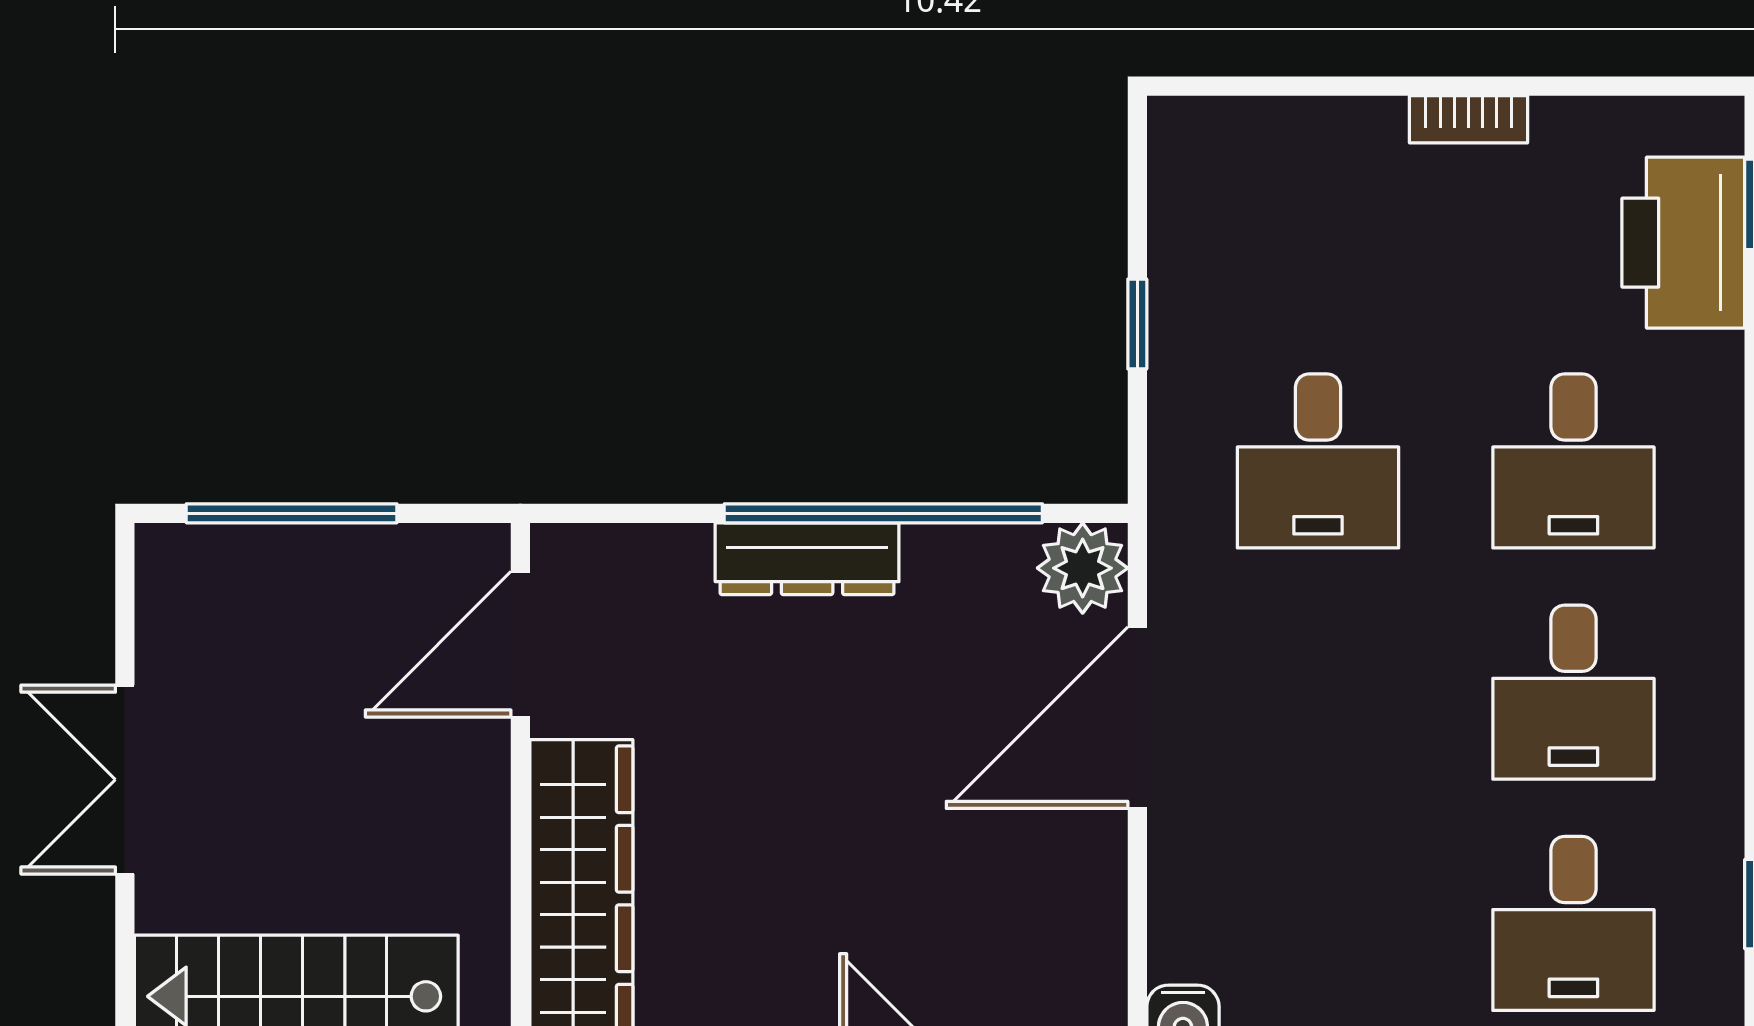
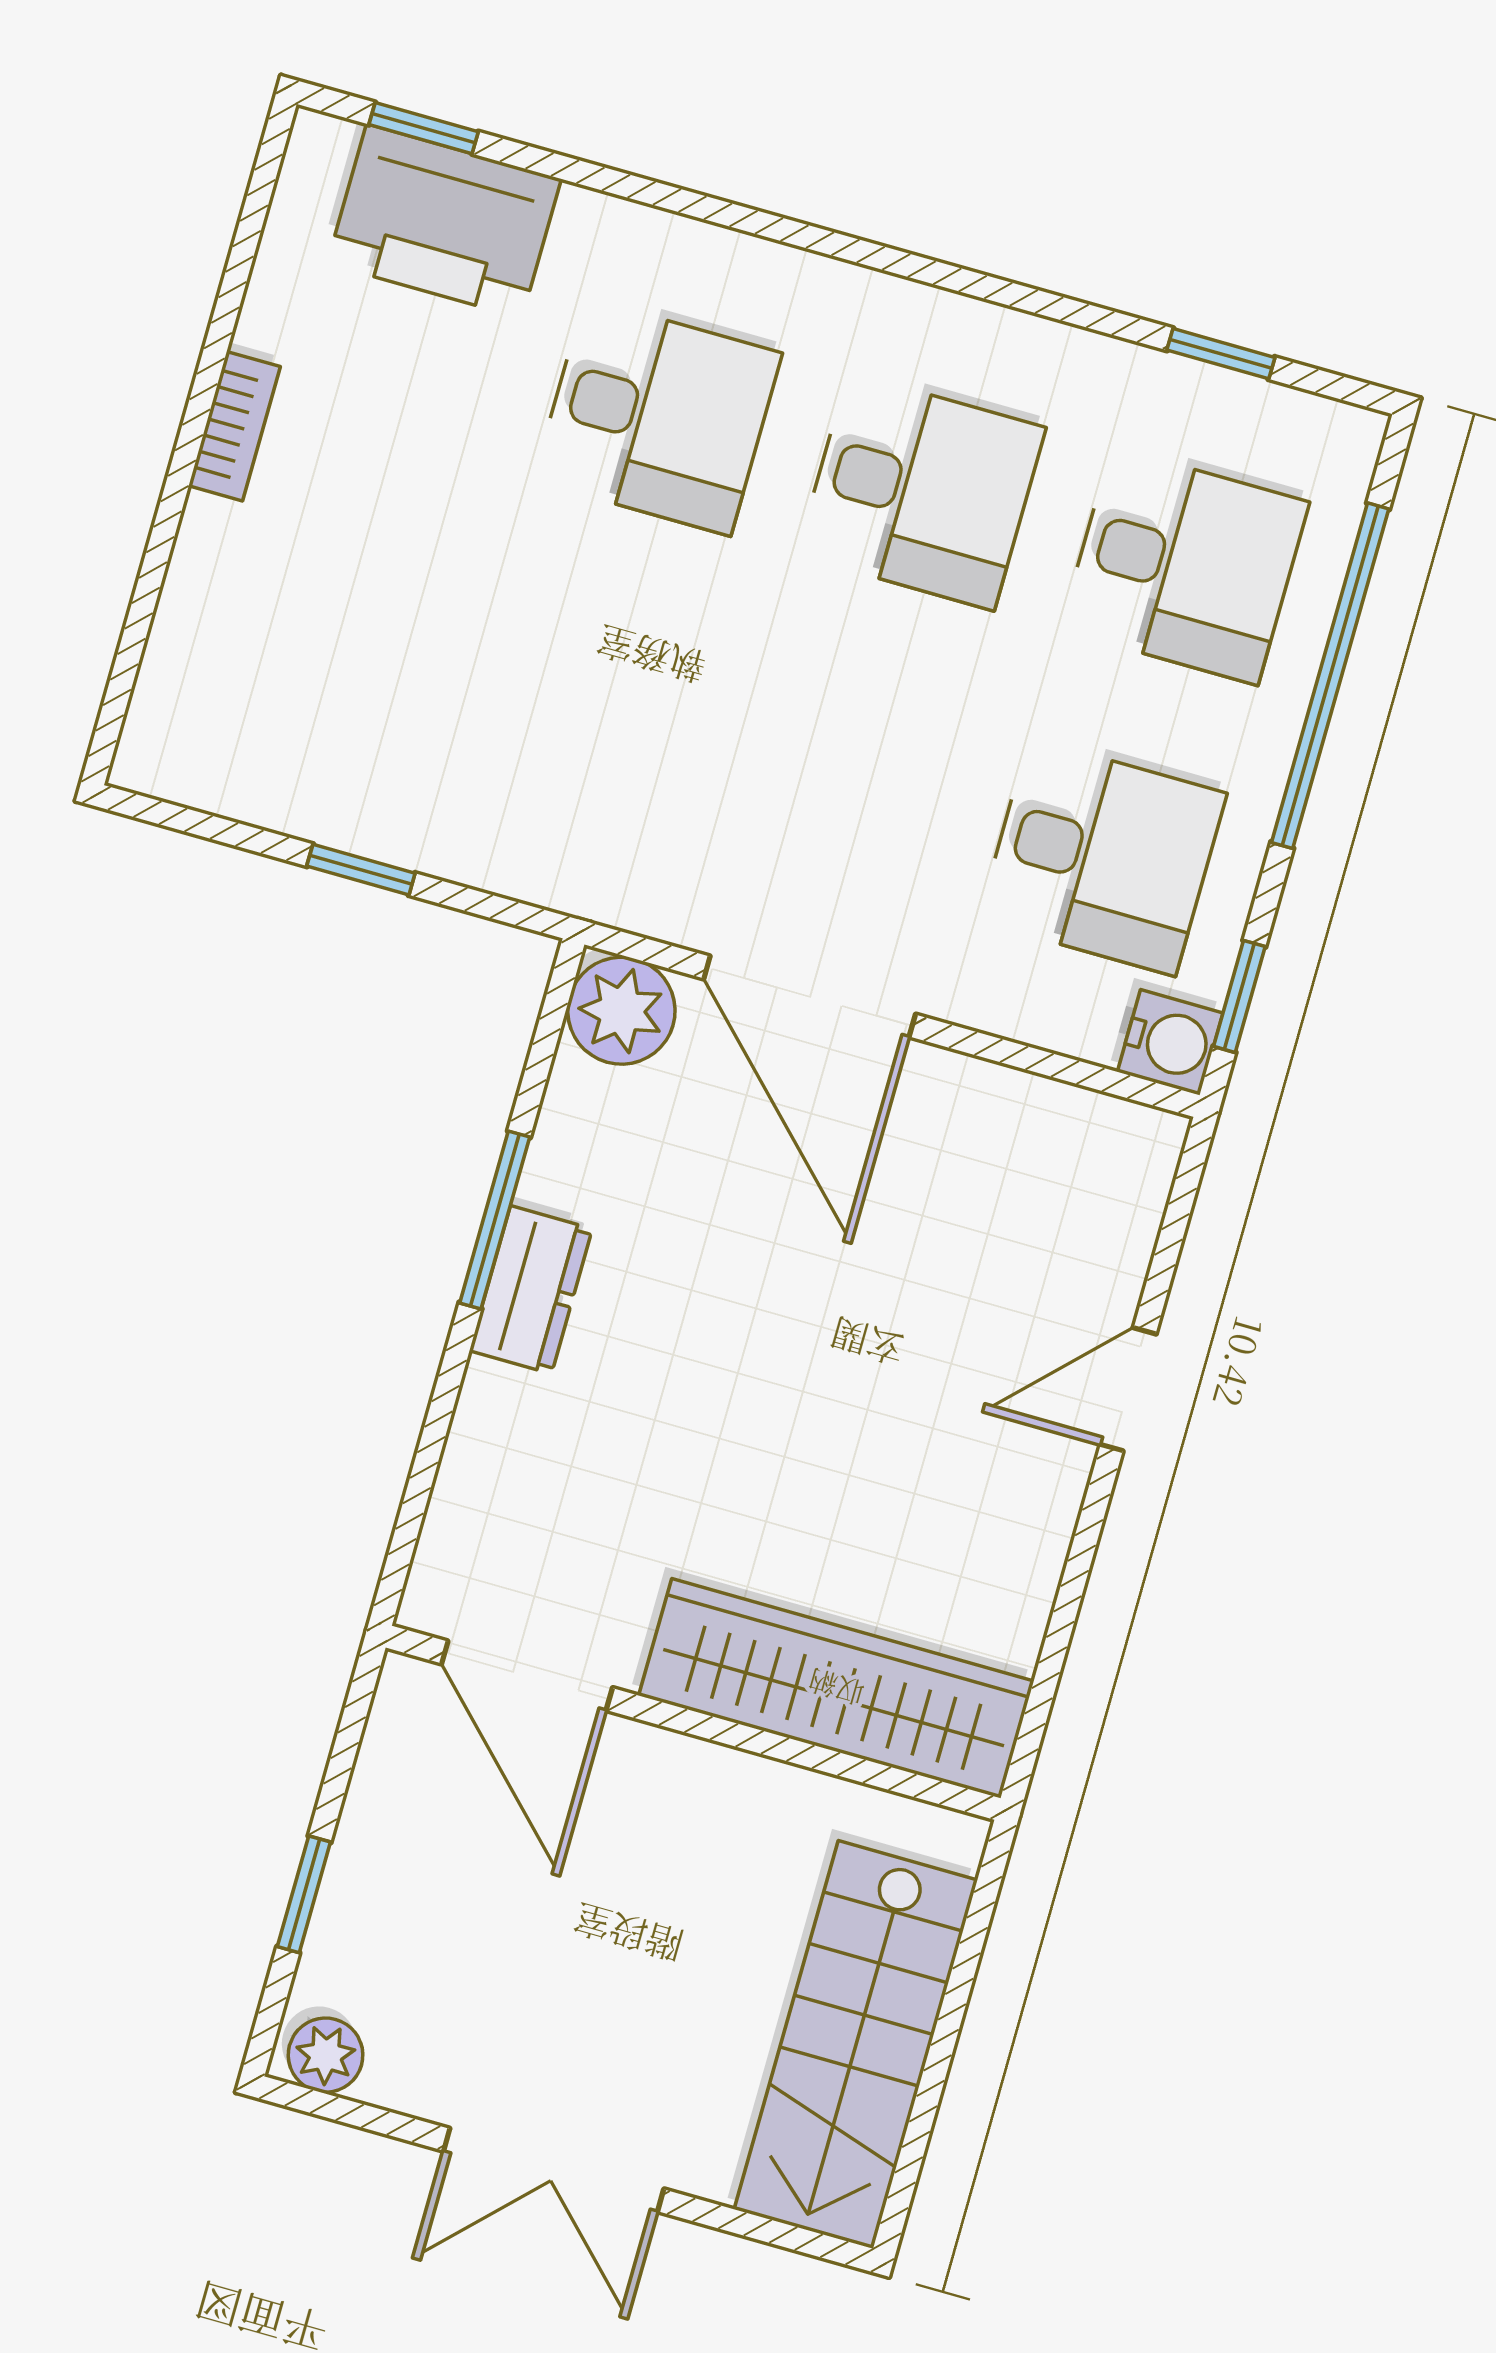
desk: (1318, 461) -> (1102, 857), moved
window: (292, 513) -> (304, 1894), width x0.46
window: (883, 513) -> (495, 1220), width x0.47
dresser: (807, 559) -> (531, 1290), width x0.70
plant: (166, 568) -> (326, 2055), added

